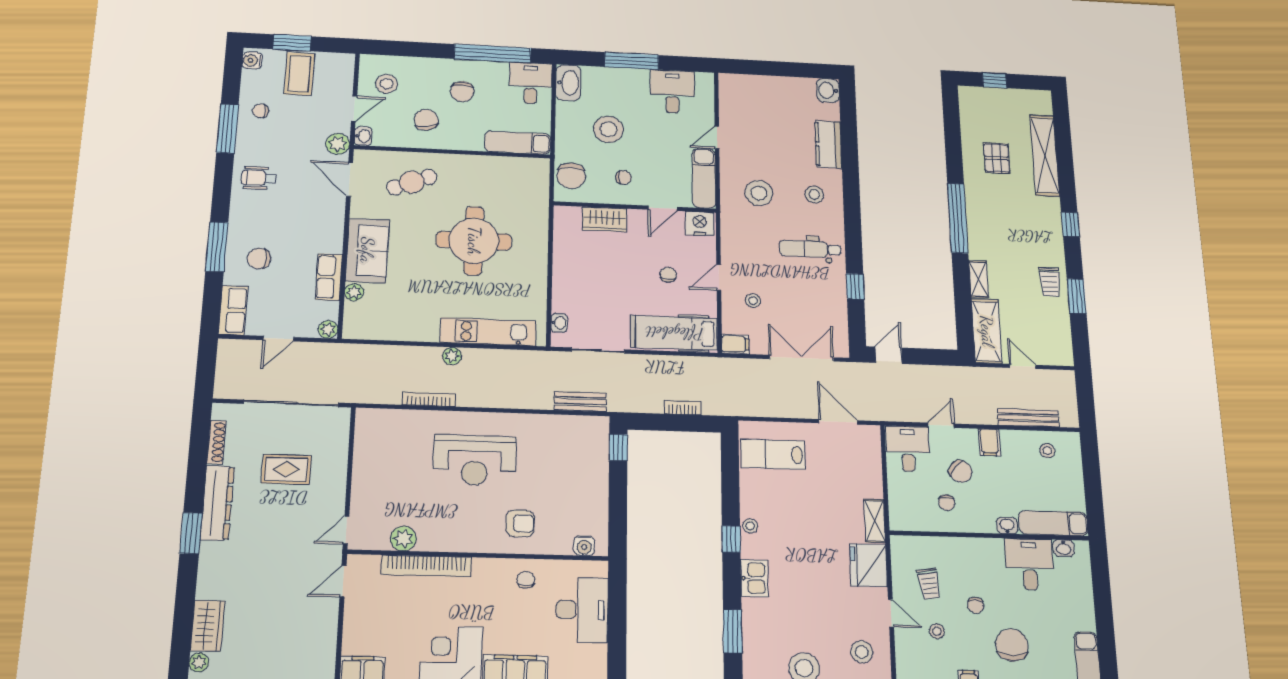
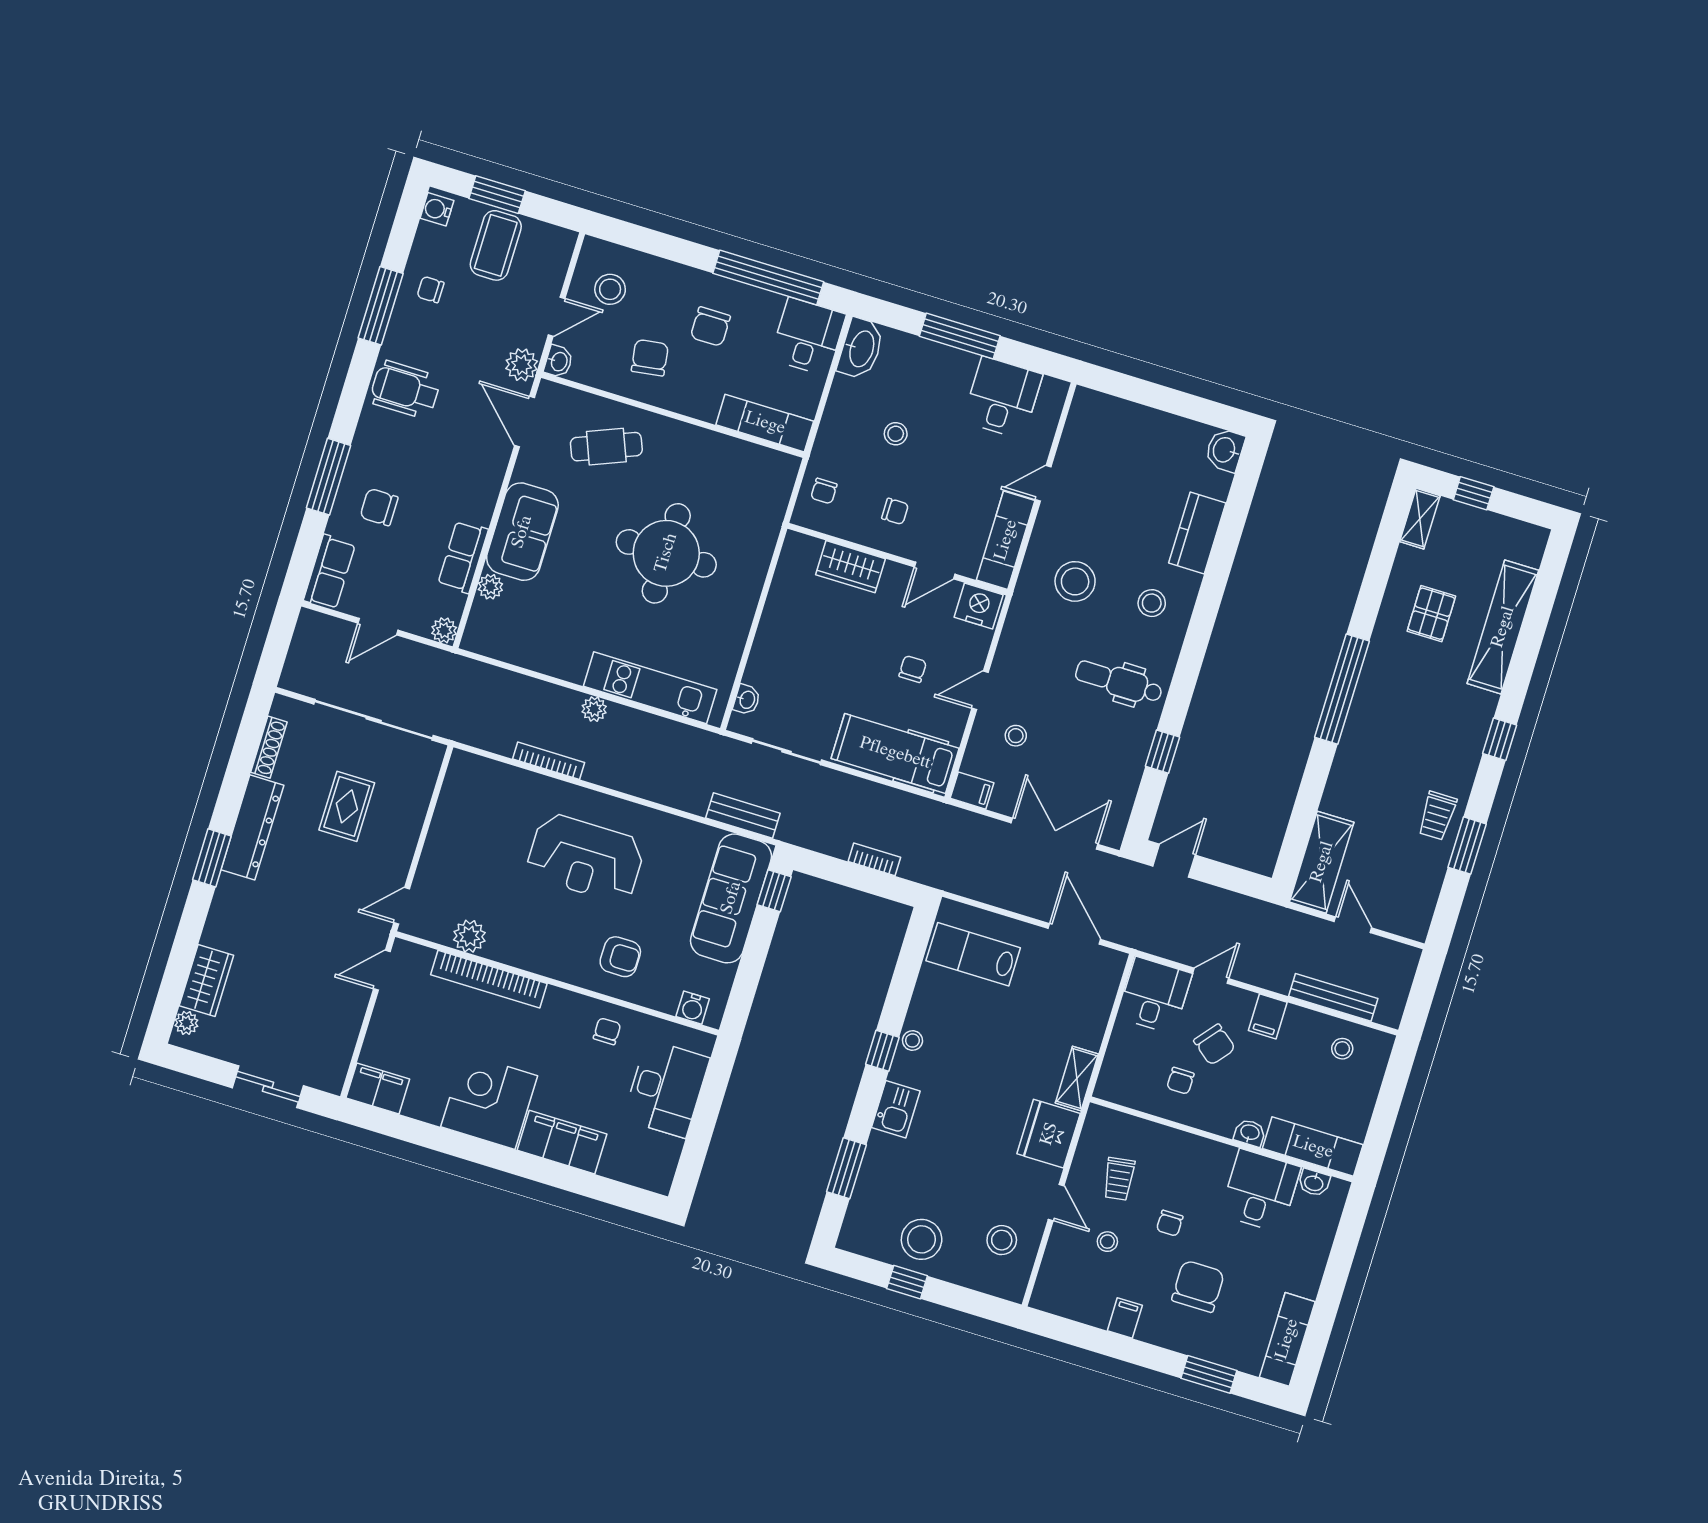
stool: (608, 129) -> (896, 434), width x0.53, depth x0.53
chair: (571, 176) -> (824, 491), width x0.54, depth x0.54
wheelchair: (259, 178) -> (405, 390), width x1.36, depth x1.37
shelving: (979, 279) -> (1420, 519), moved
sofa: (589, 461) -> (731, 898), added
rug: (286, 469) -> (347, 806), turned 90

